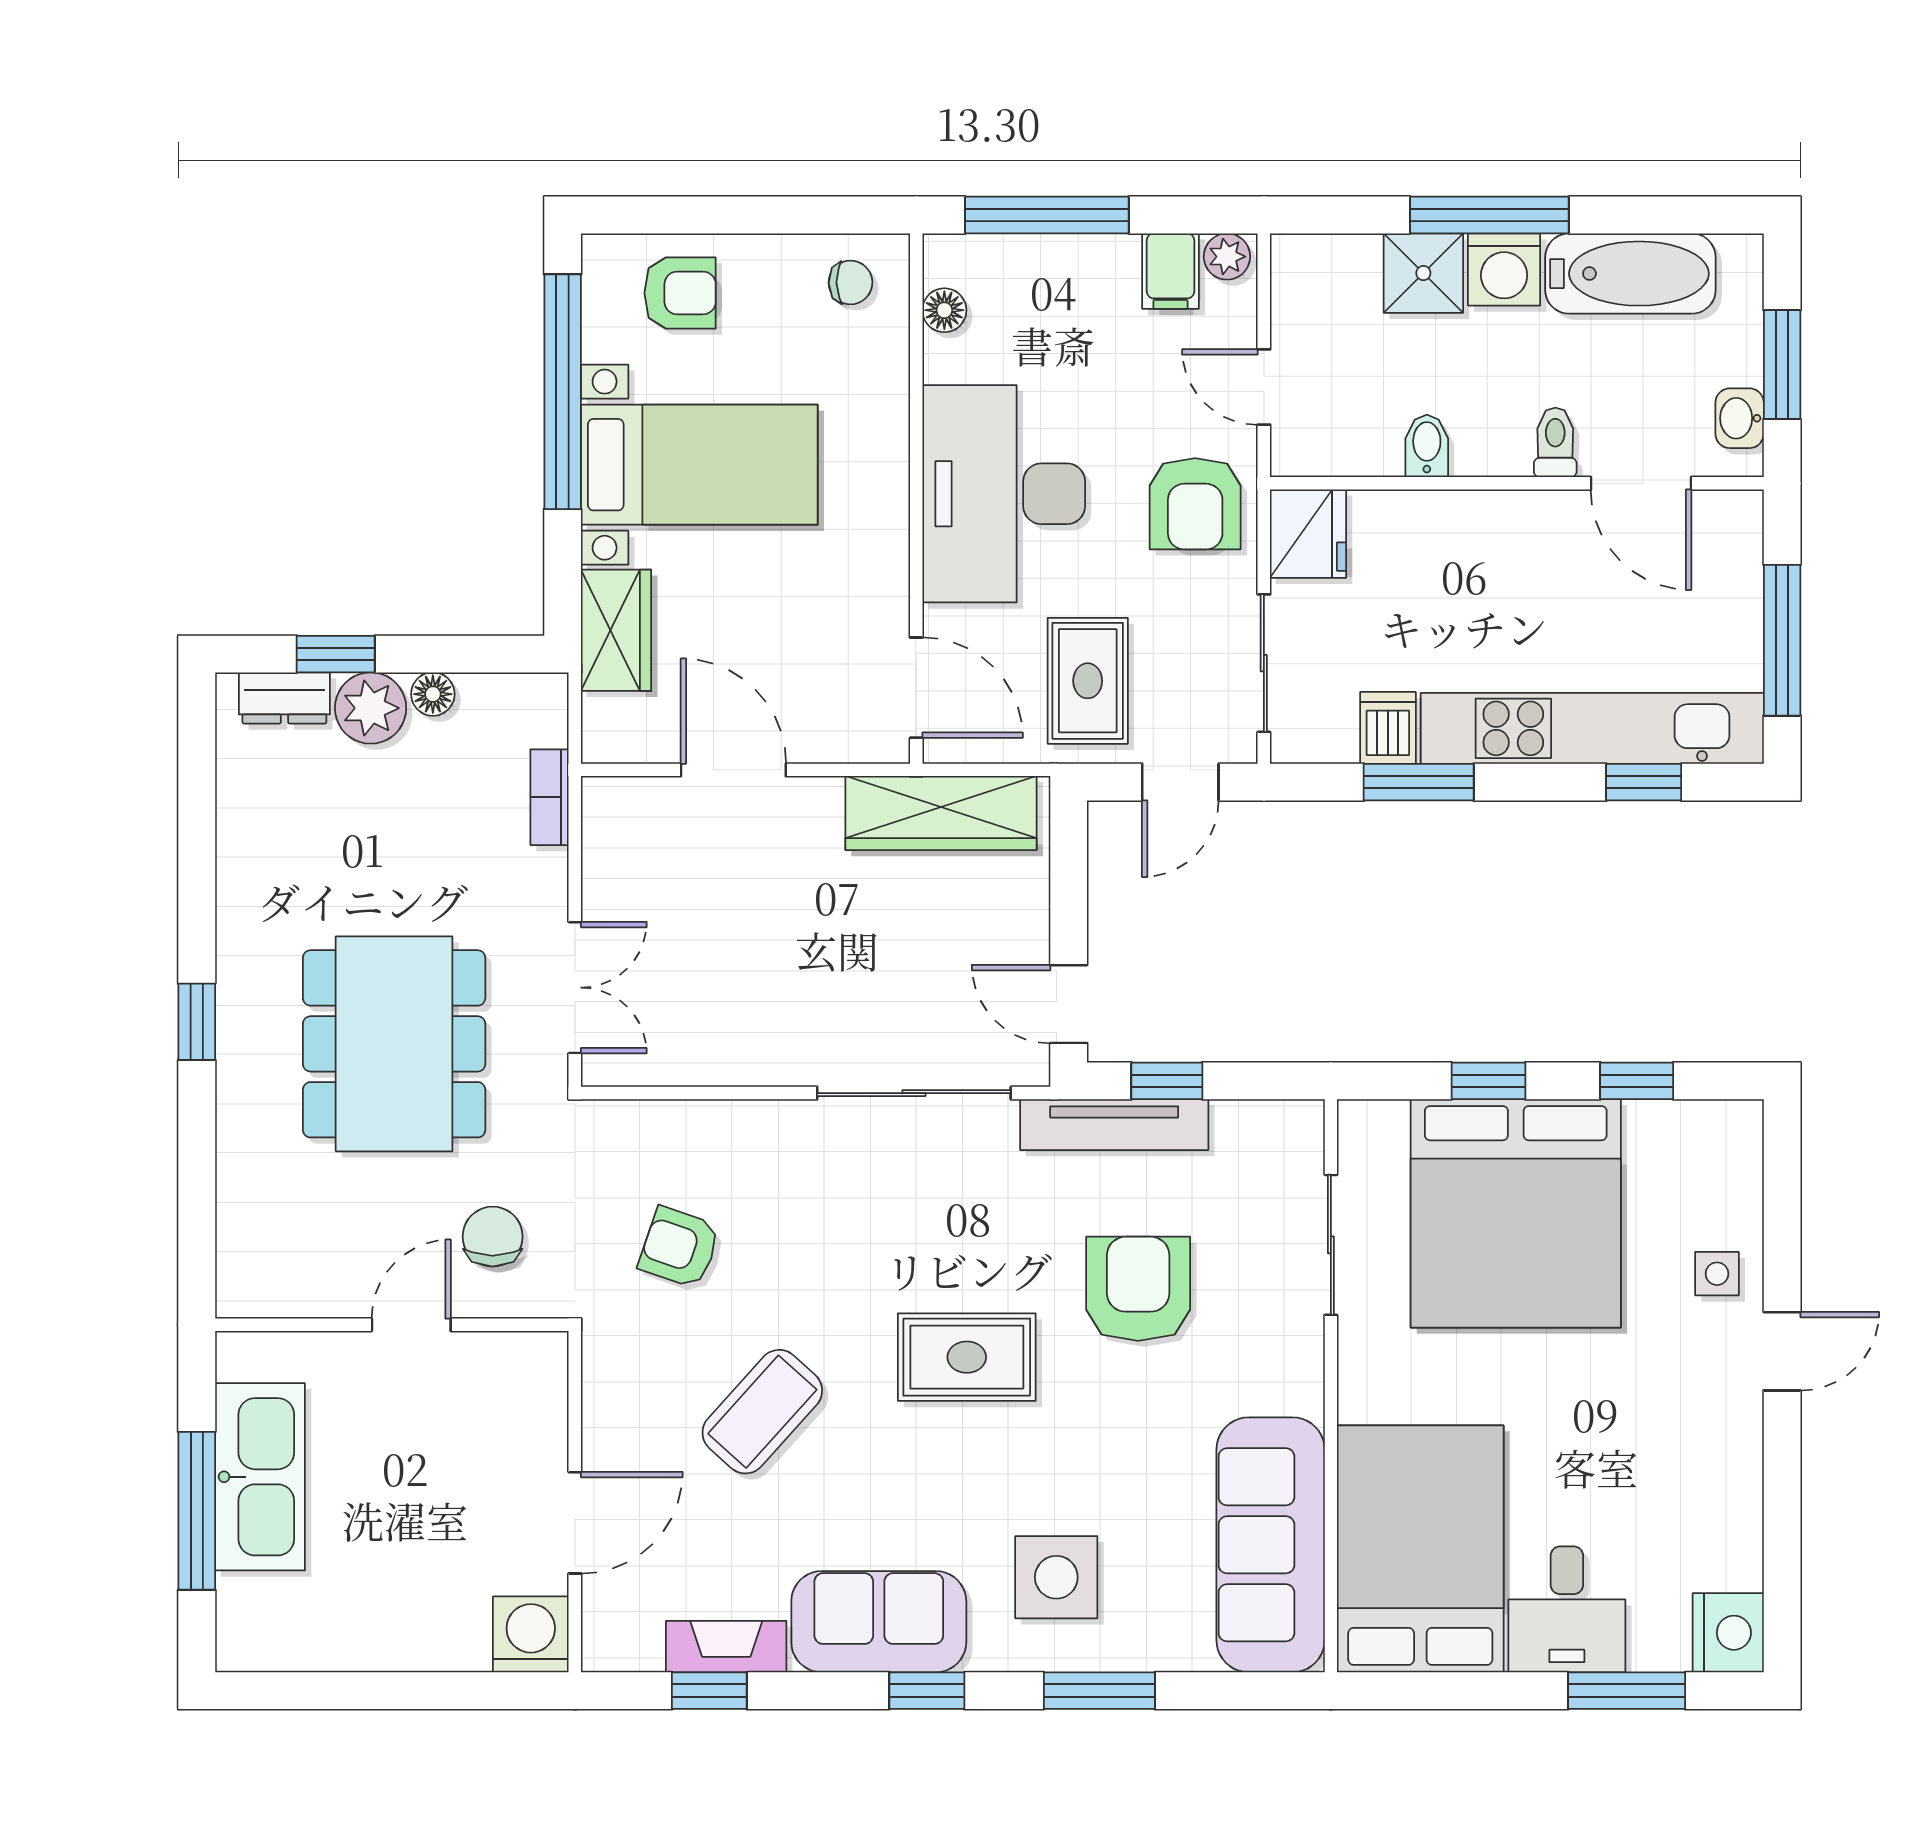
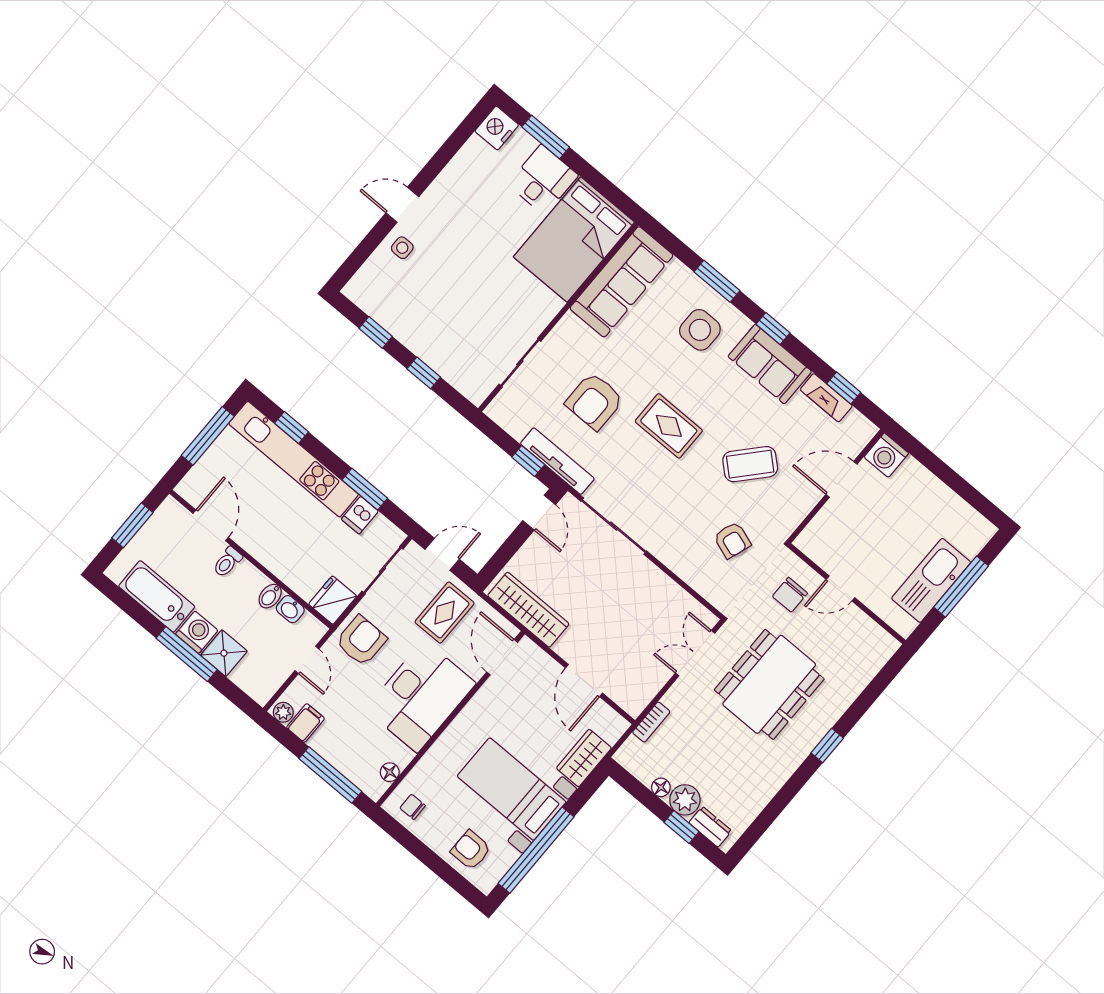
washbasin: (1740, 418) -> (290, 609), moved, turned 90
bed: (1516, 1213) -> (451, 322), removed

